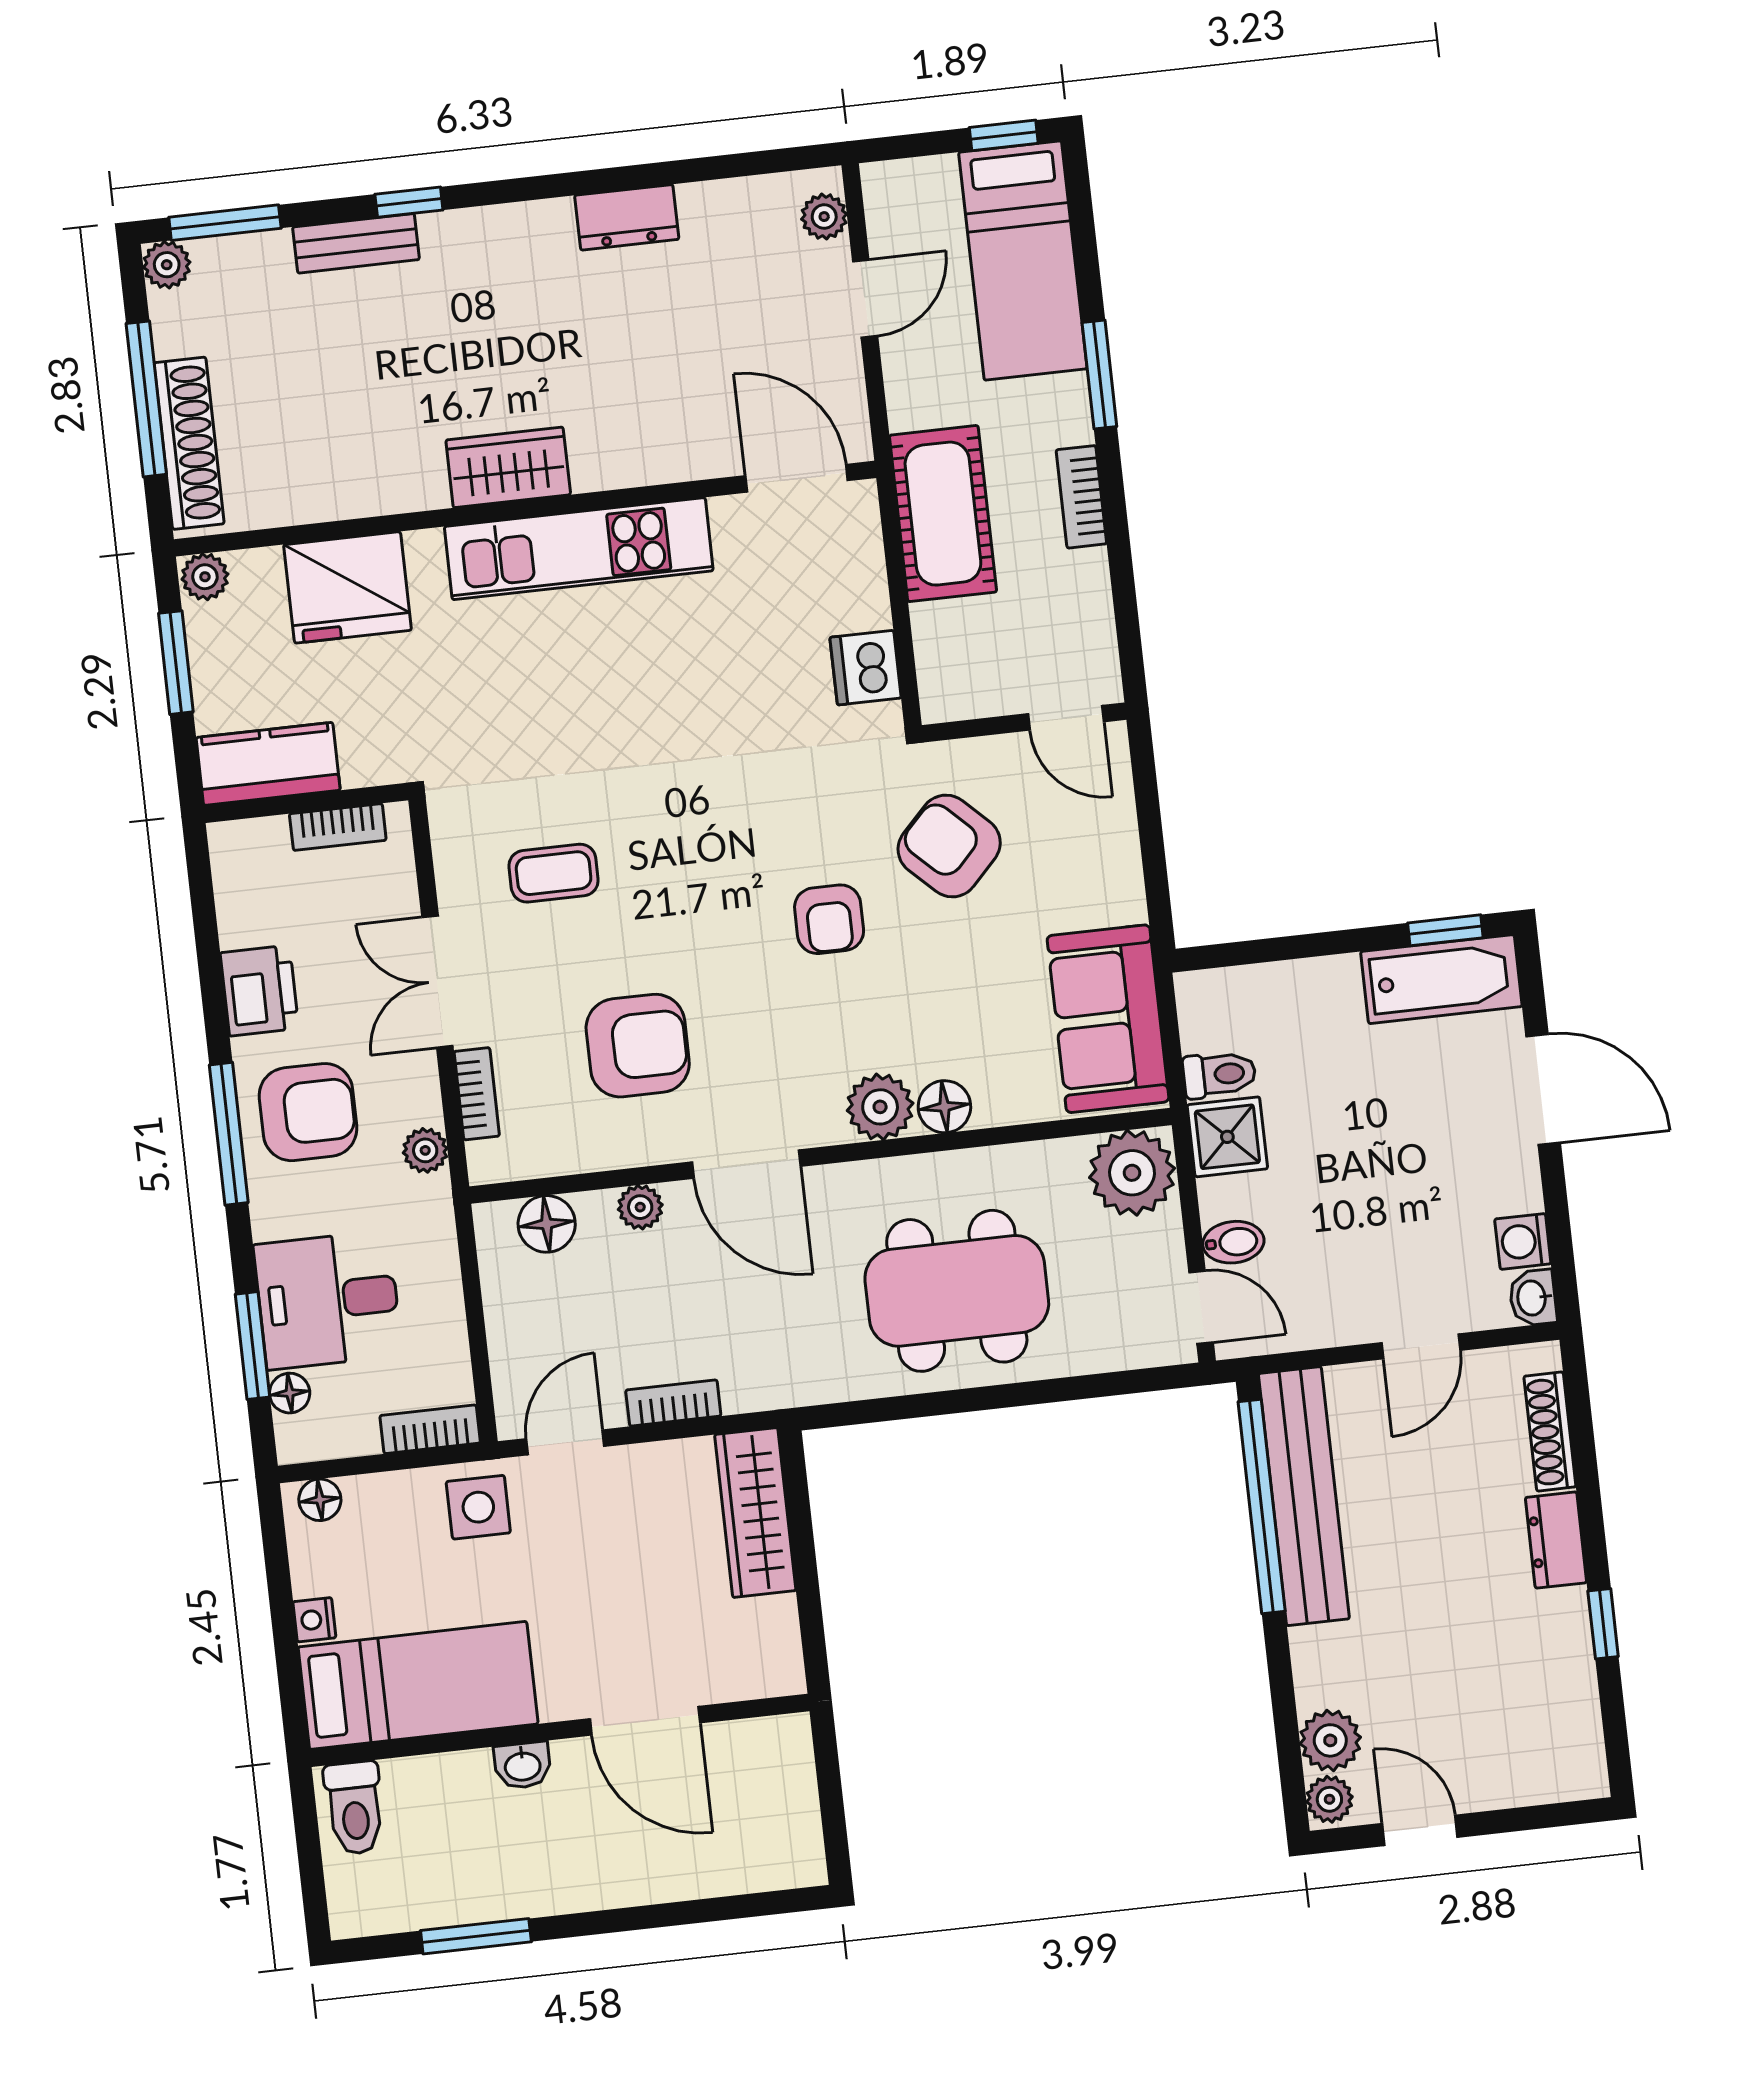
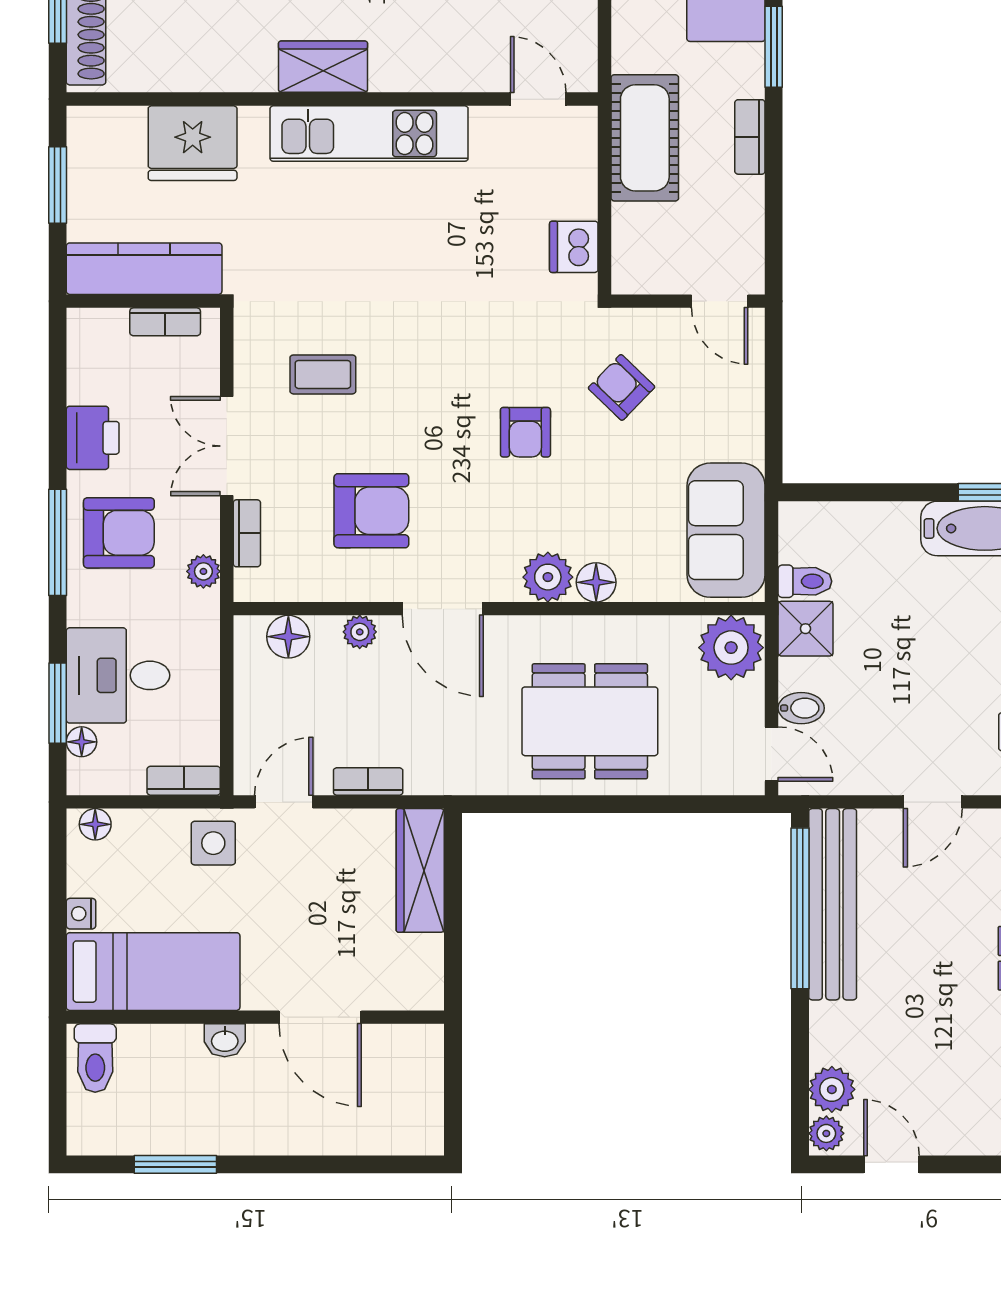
door: (797, 478) -> (538, 99), width x0.73
plant: (205, 577) -> (87, 123), removed
kitchen counter: (268, 764) -> (144, 269), width x1.50
armchair: (949, 846) -> (622, 387), width x0.72, depth x0.72

